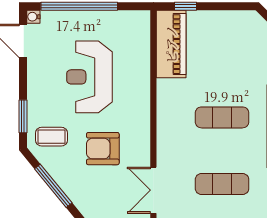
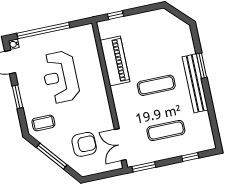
piano: (171, 44) -> (115, 61), moved
window: (23, 116) -> (18, 97), moved
armchair: (103, 149) -> (84, 144), moved, turned 180

